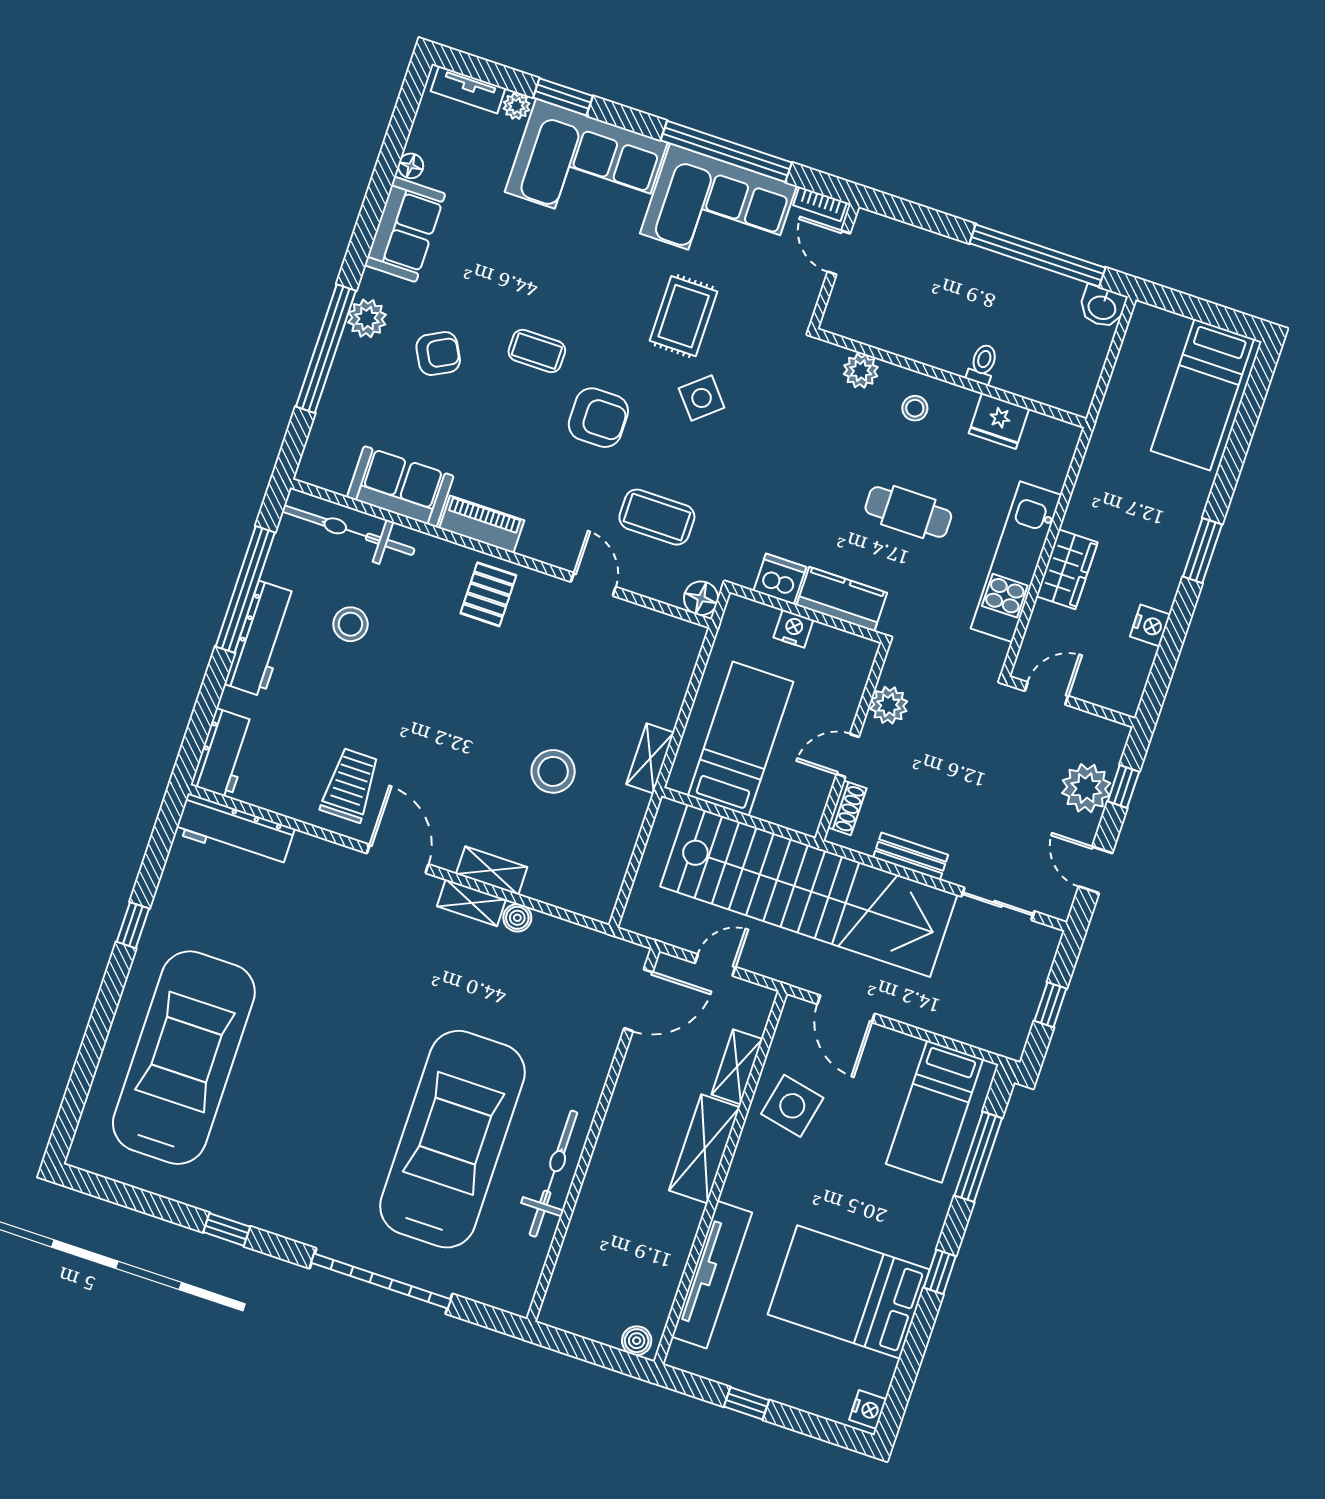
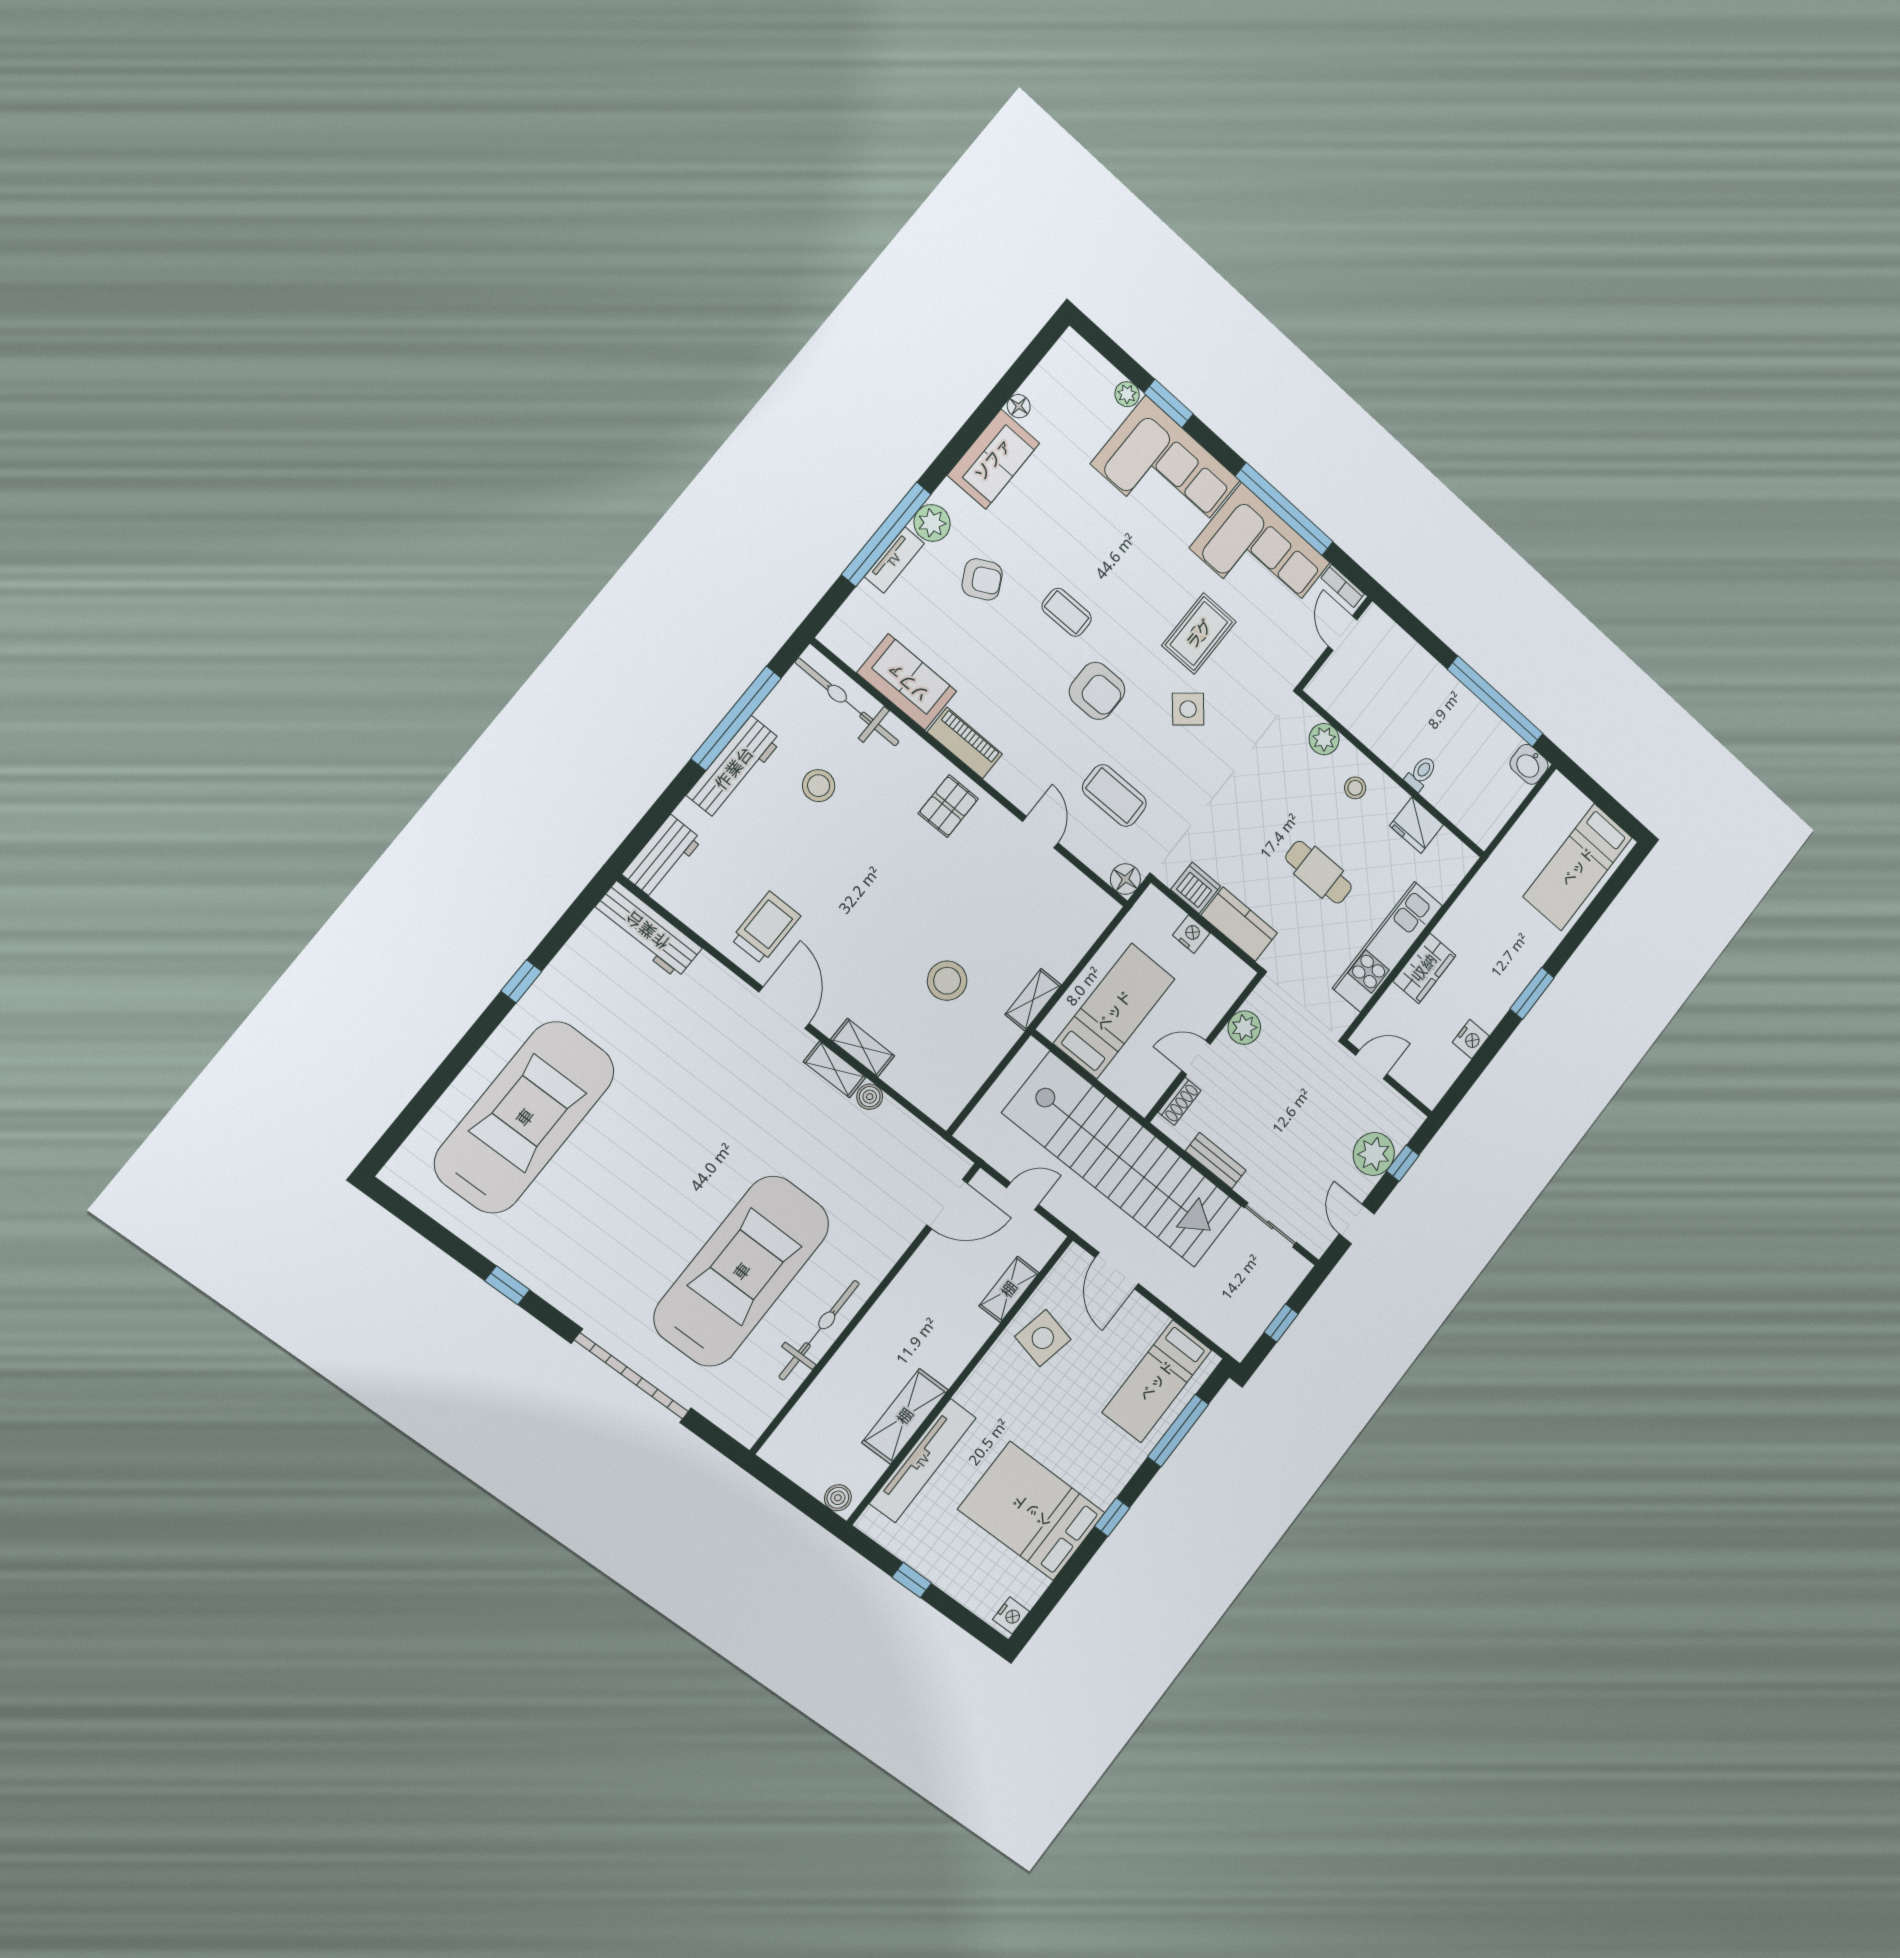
tv unit: (468, 90) -> (894, 560), moved, turned -90
shelving: (704, 1149) -> (905, 1416), moved

